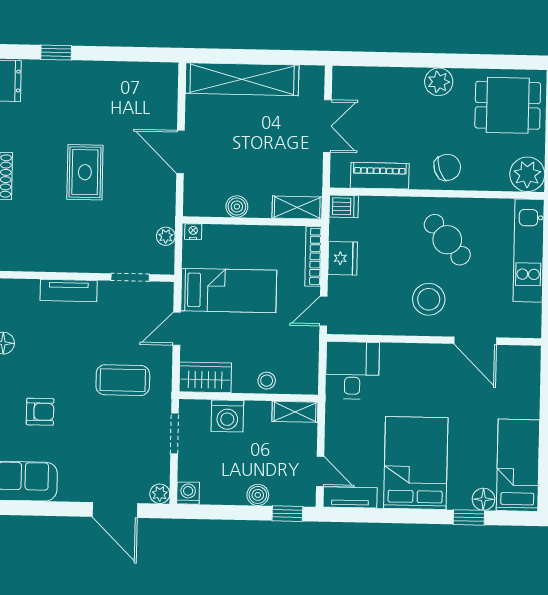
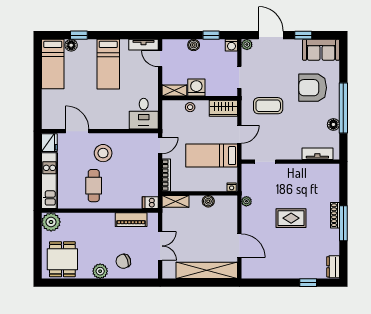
dining table: (508, 105) -> (62, 259), turned 90
double door: (327, 126) -> (160, 246), swing flipped
door: (180, 152) -> (239, 246), moved
chair: (447, 167) -> (123, 261), moved
rug: (85, 172) -> (291, 218), turned 90
plant: (166, 236) -> (246, 201), moved
cafe table: (447, 240) -> (94, 186), turned 41
fridge: (343, 258) -> (49, 143), moved, turned 180
tv unit: (69, 291) -> (317, 154), moved
armchair: (40, 412) -> (313, 88), width x1.88, depth x1.88
washing machine: (227, 416) -> (196, 87), moved
bed: (416, 463) -> (108, 64), width x0.67
window: (55, 509) -> (303, 35), added
window: (287, 514) -> (211, 35), moved

